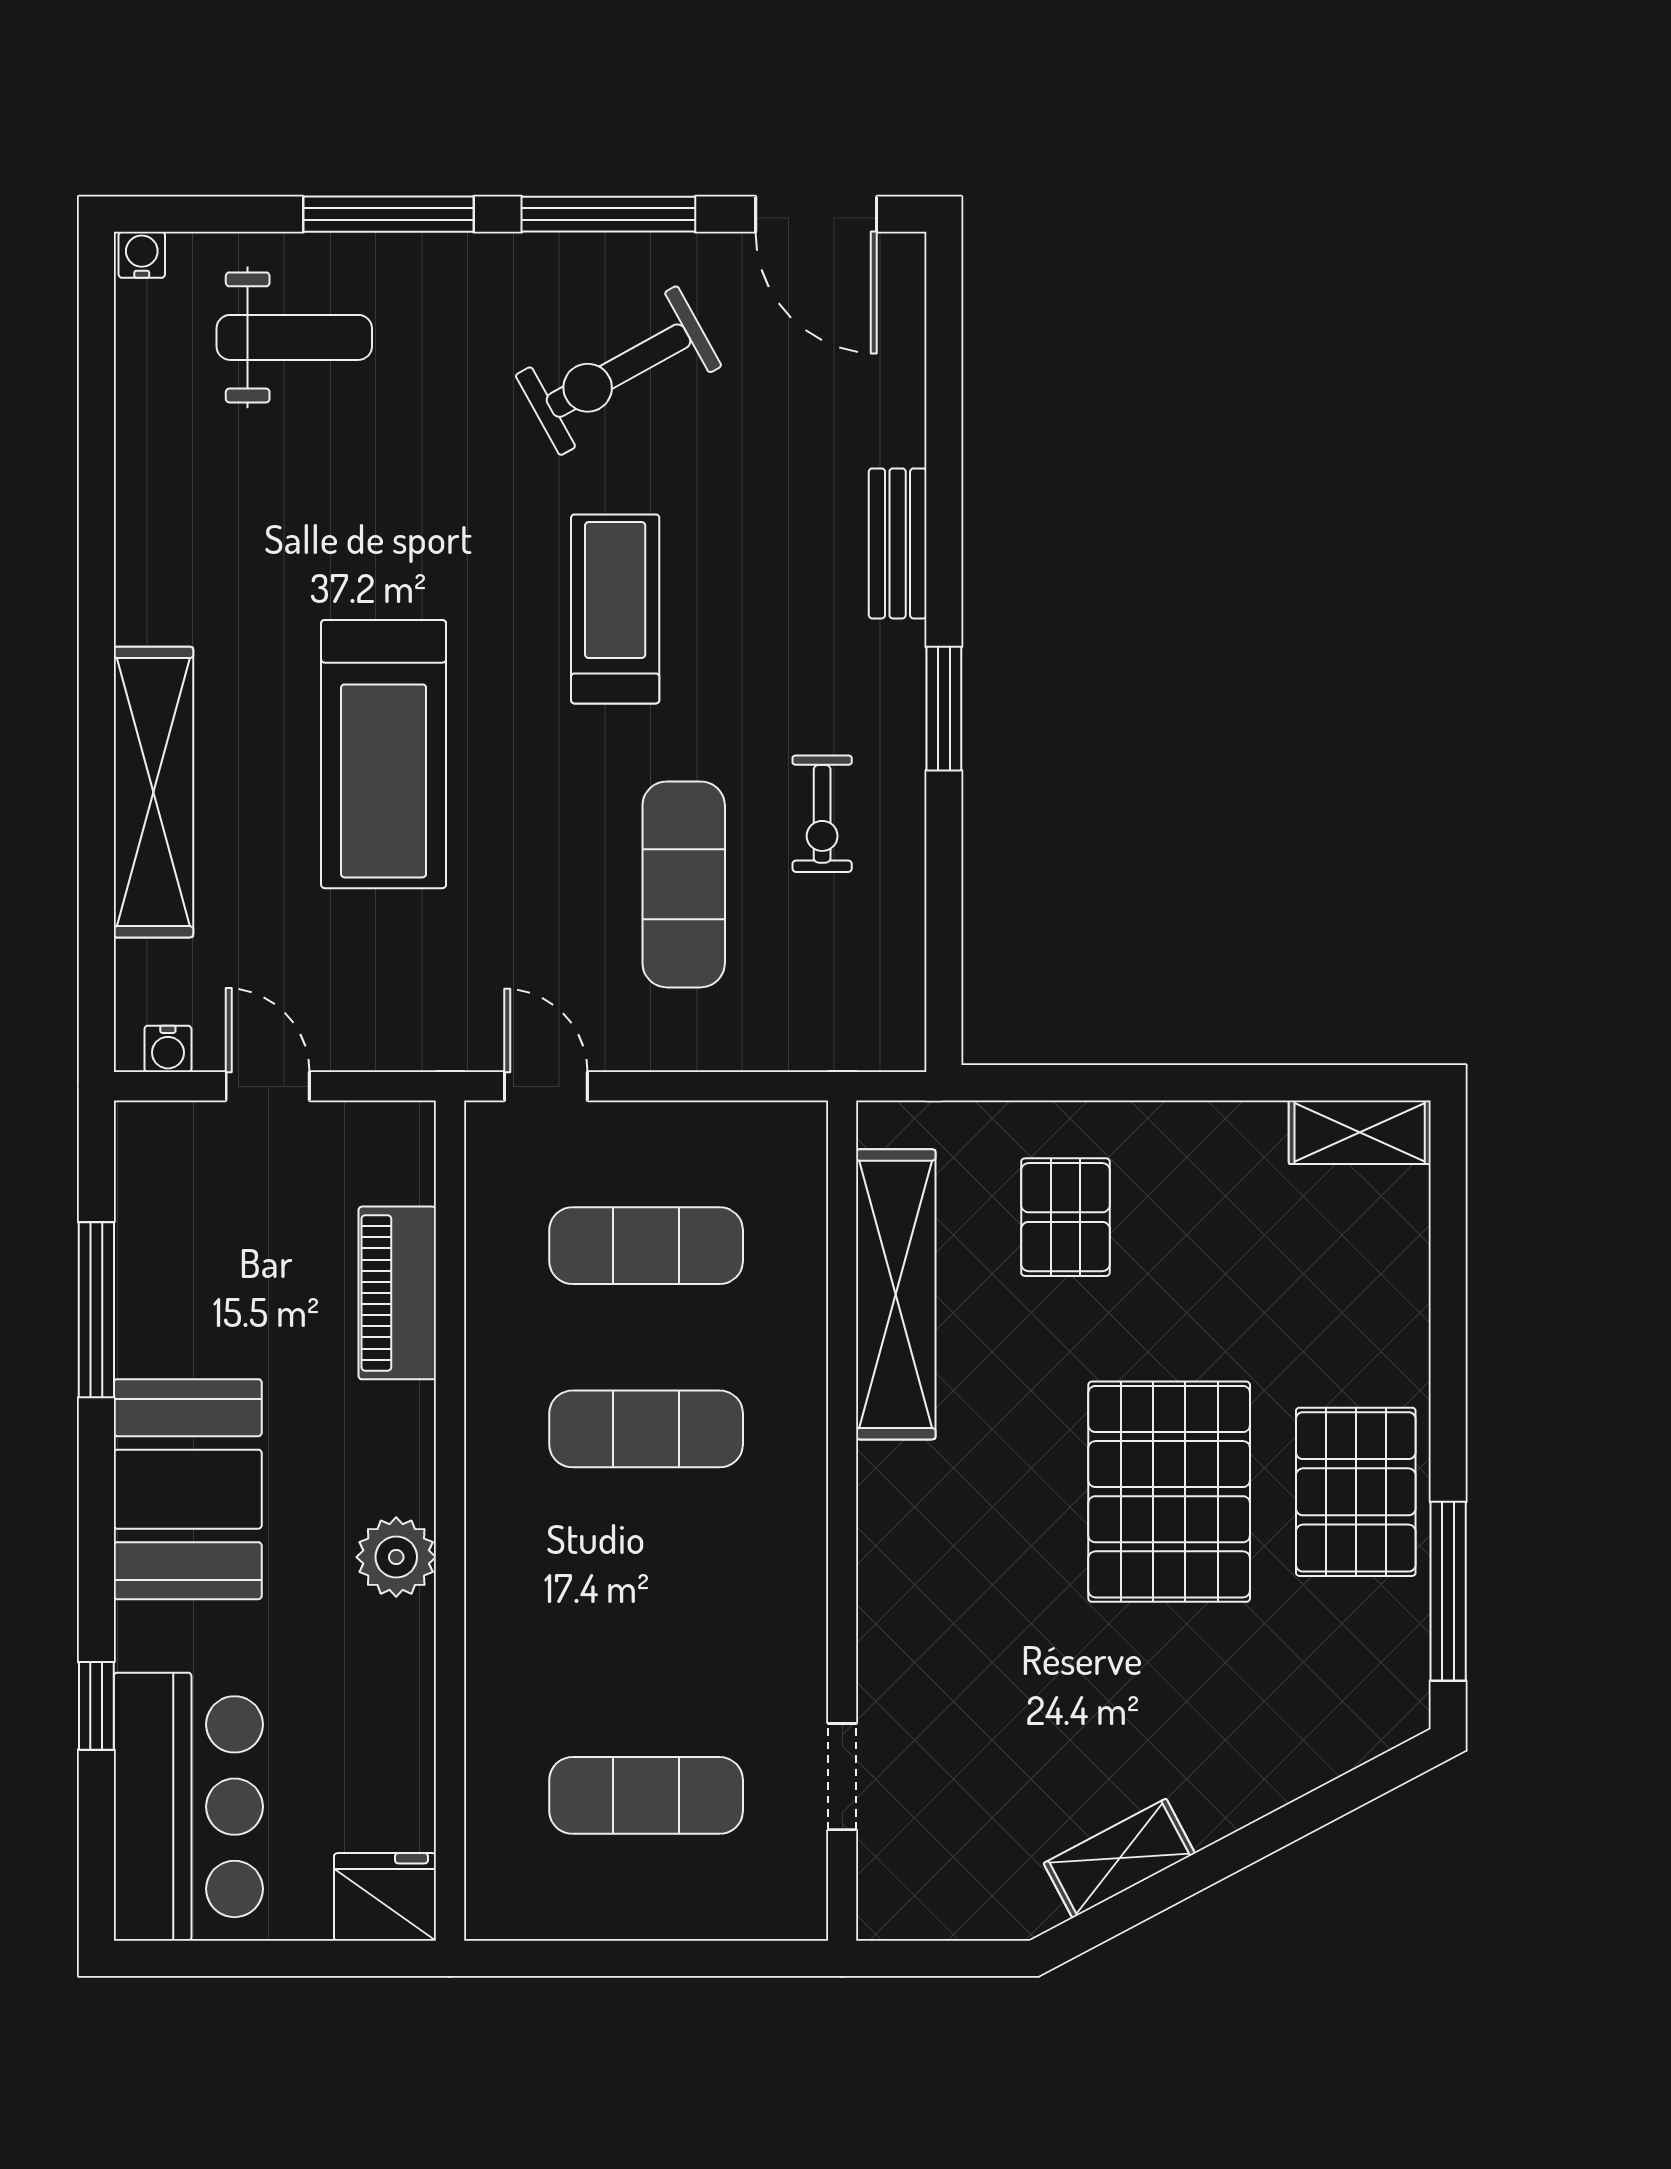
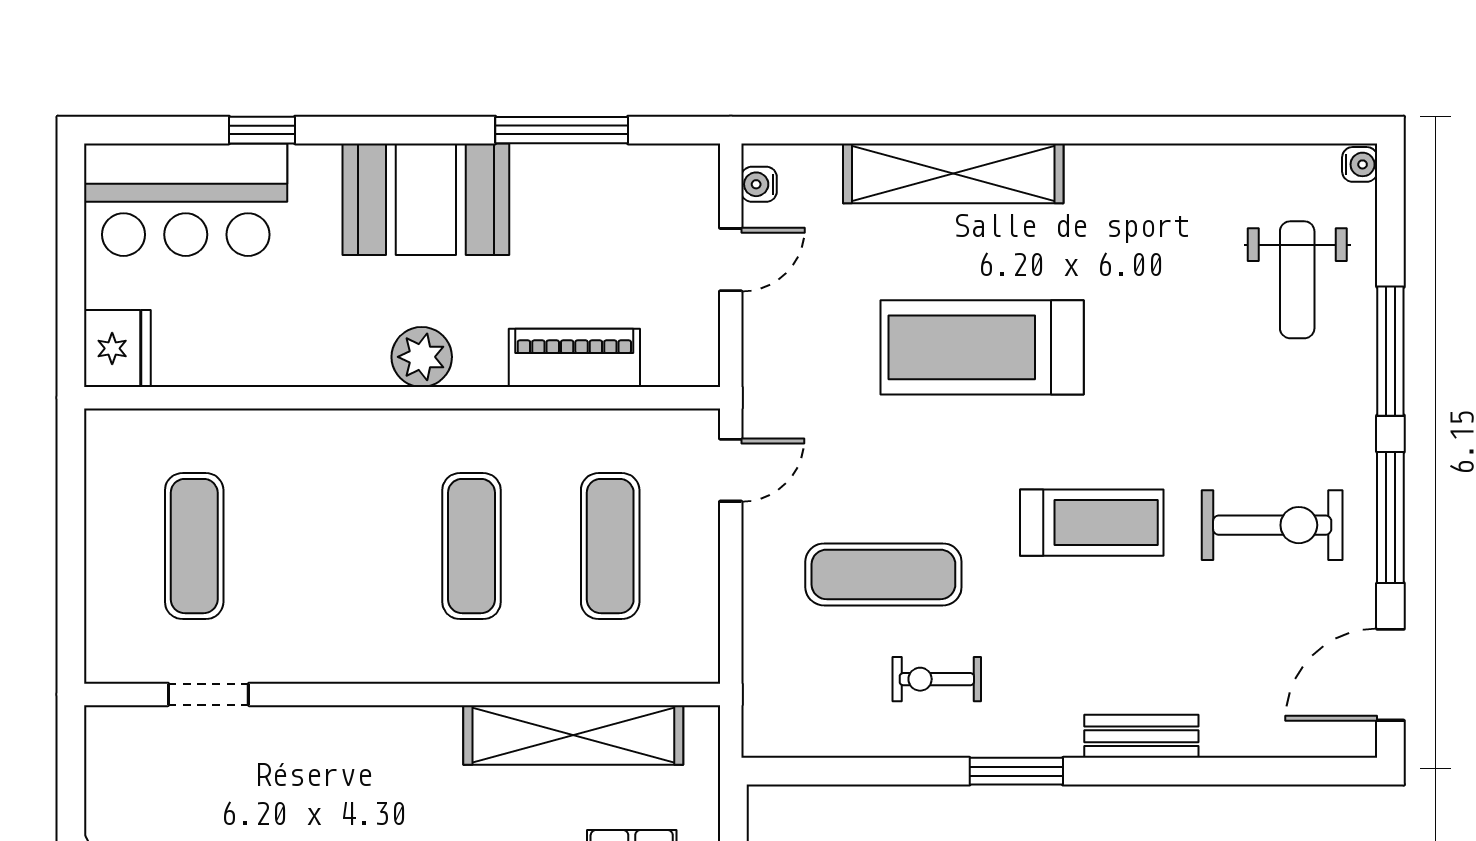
exercise bike: (618, 371) -> (1272, 525), turned 119
plant: (396, 1557) -> (422, 357), moved

